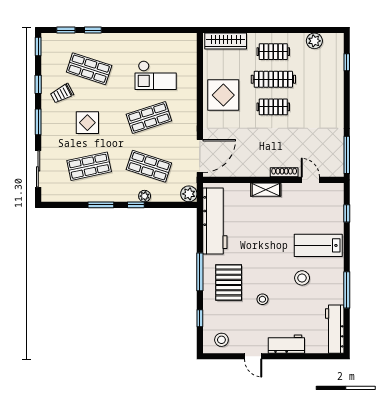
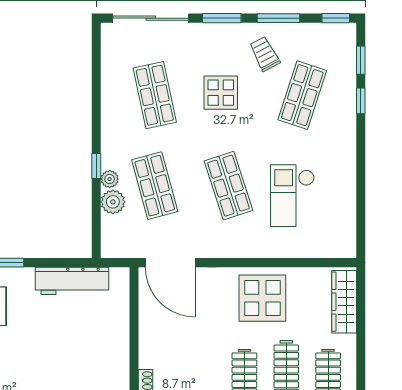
window: (38, 84) -> (279, 18), width x1.50
shop shelf: (149, 166) -> (155, 186), turned -33
sliding door: (38, 169) -> (151, 18), width x1.37
shelving: (266, 190) -> (119, 362), removed
plant: (189, 194) -> (113, 202), moved
window: (101, 205) -> (96, 113), removed
workbench: (215, 221) -> (72, 281), width x0.73, depth x0.76

